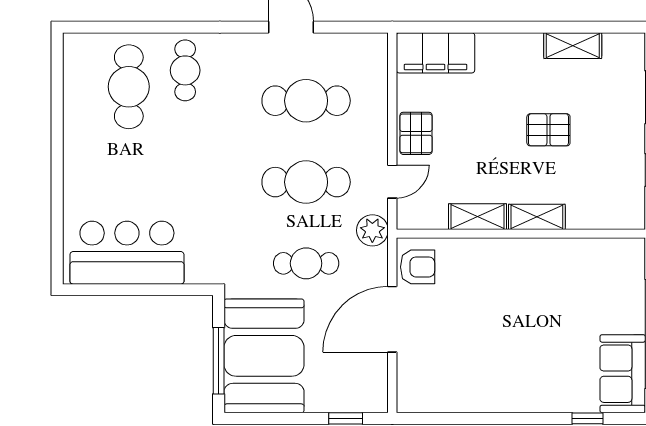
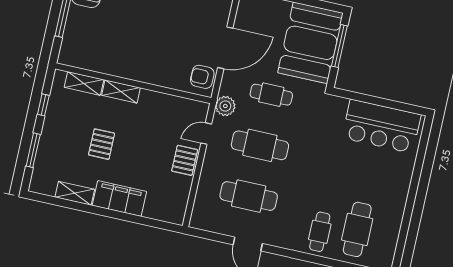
filing cabinet: (435, 53) -> (119, 198), moved
pallet: (548, 130) -> (102, 144), turned 90
shelving: (478, 217) -> (84, 83), moved

